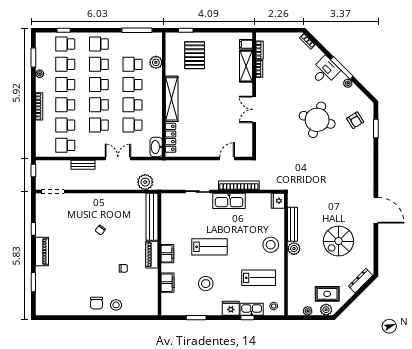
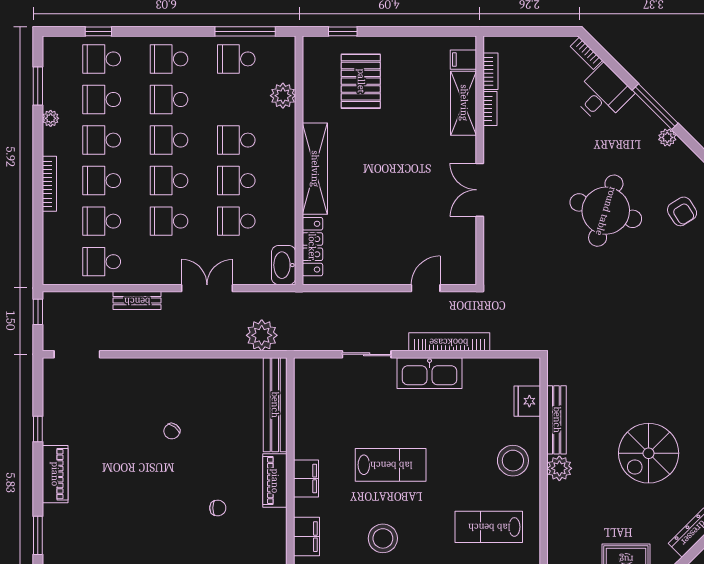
school desk: (132, 64) -> (236, 59), moved
desk: (325, 71) -> (603, 94), moved
fridge: (278, 201) -> (527, 401), moved
lab bench: (259, 278) -> (489, 527), turned 180

